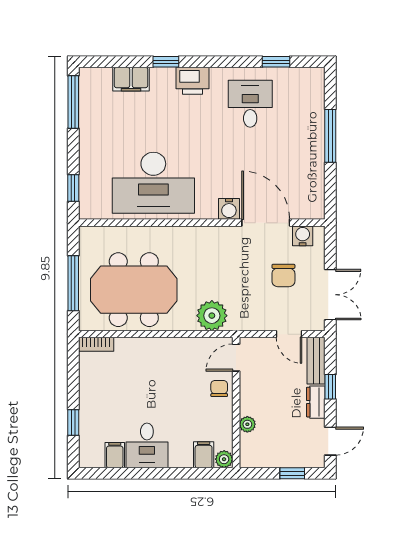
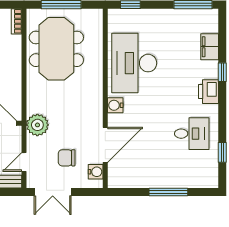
water cooler: (229, 209) -> (115, 105), moved
plant: (212, 316) -> (37, 125), moved

